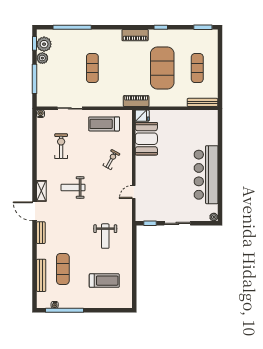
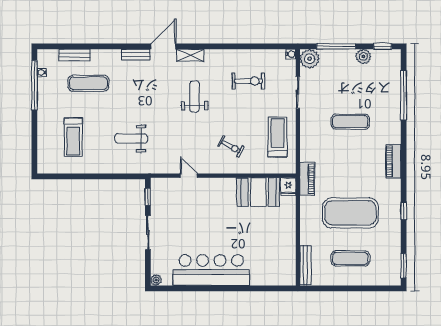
piano: (135, 35) -> (393, 161), moved
plant: (44, 44) -> (310, 59), moved
bench: (41, 275) -> (74, 55), width x0.73

